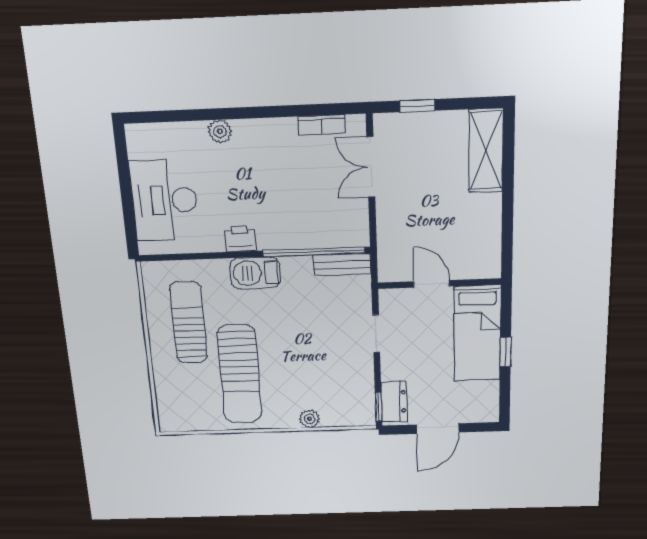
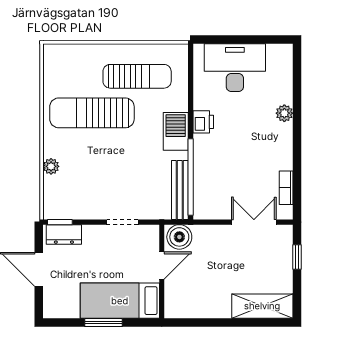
boiler: (394, 263) -> (179, 237), added
bench: (342, 265) -> (180, 190), width x1.36
window: (505, 352) -> (104, 322), width x1.50

